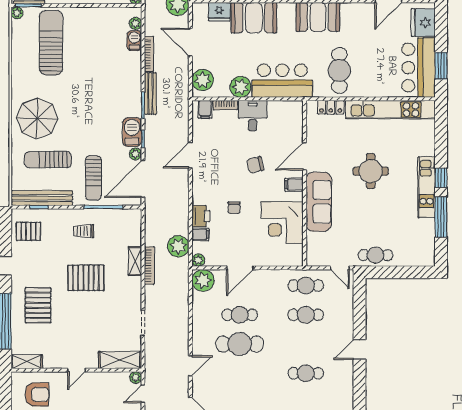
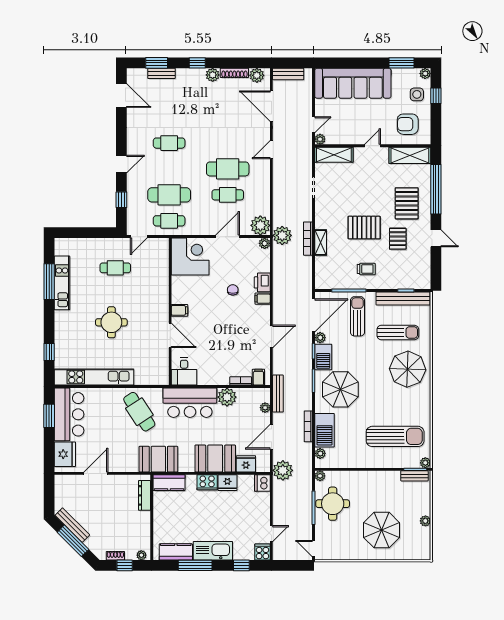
barbecue: (134, 41) -> (325, 430), width x1.88, depth x1.53
door: (190, 42) -> (271, 437), swing flipped
sun lounger: (51, 43) -> (395, 436), turned -90
cafe table: (339, 70) -> (139, 412), turned -33
plant: (203, 80) -> (265, 408), width x0.53, depth x0.53
bench: (150, 94) -> (278, 394), moved
parasol: (113, 96) -> (340, 389), added
locker: (331, 107) -> (147, 379), removed
desk: (253, 116) -> (184, 372), moved
door: (305, 156) -> (170, 335), hinge flipped
chair: (255, 165) -> (214, 328), removed
window: (441, 178) -> (49, 352), moved
kitchen unit: (426, 187) -> (62, 283), moved
sofa: (319, 202) -> (158, 295), removed
corner desk: (282, 223) -> (190, 256), moved
pallet: (28, 231) -> (398, 239), moved, turned 90
filing cabinet: (200, 234) -> (263, 299), moved
plant: (178, 246) -> (282, 235), moved
cafe table: (375, 255) -> (115, 268), moved
door: (340, 268) -> (139, 237), swing flipped
window: (359, 309) -> (121, 200), added
cafe table: (306, 315) -> (169, 195), width x1.37, depth x1.35
shelving: (27, 362) -> (410, 155), width x1.50, depth x1.33

